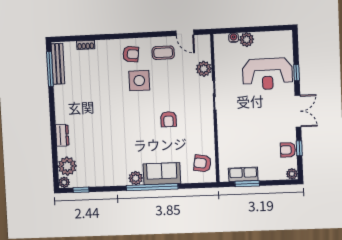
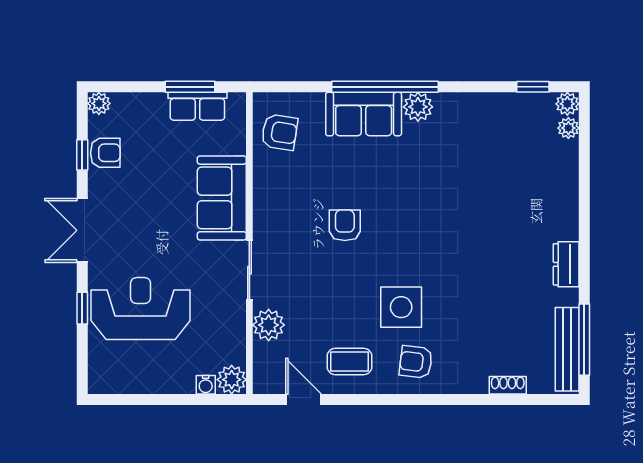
plant: (247, 40) -> (232, 380), moved
sofa: (229, 130) -> (222, 198), added
dresser: (62, 135) -> (566, 264), moved
plant: (67, 166) -> (568, 128), width x0.53, depth x0.53

